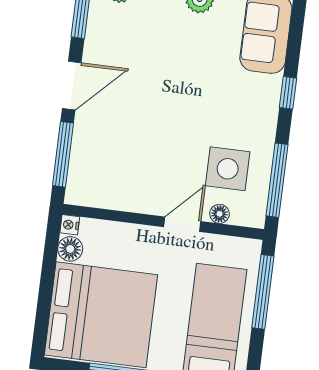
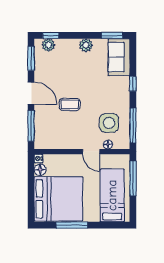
door: (72, 86) -> (31, 93), hinge flipped
coffee table: (150, 120) -> (70, 104), added
door: (182, 224) -> (91, 152), swing flipped

